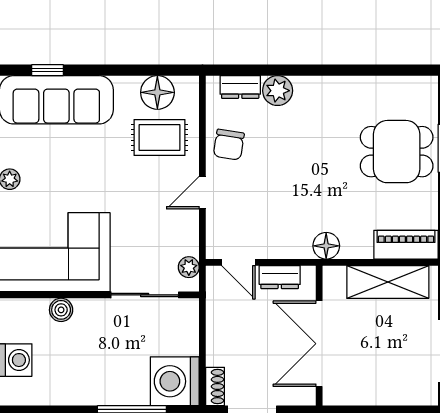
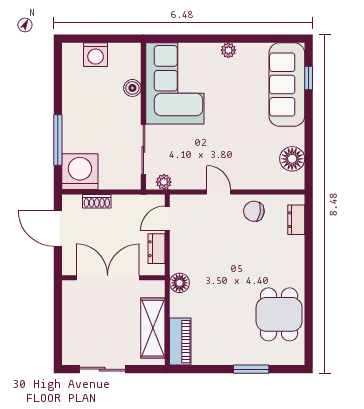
plant: (278, 91) -> (294, 247), removed
rug: (159, 137) -> (259, 160), removed
dining table: (397, 152) -> (279, 314), moved
shoe rack: (215, 386) -> (97, 201), moved

